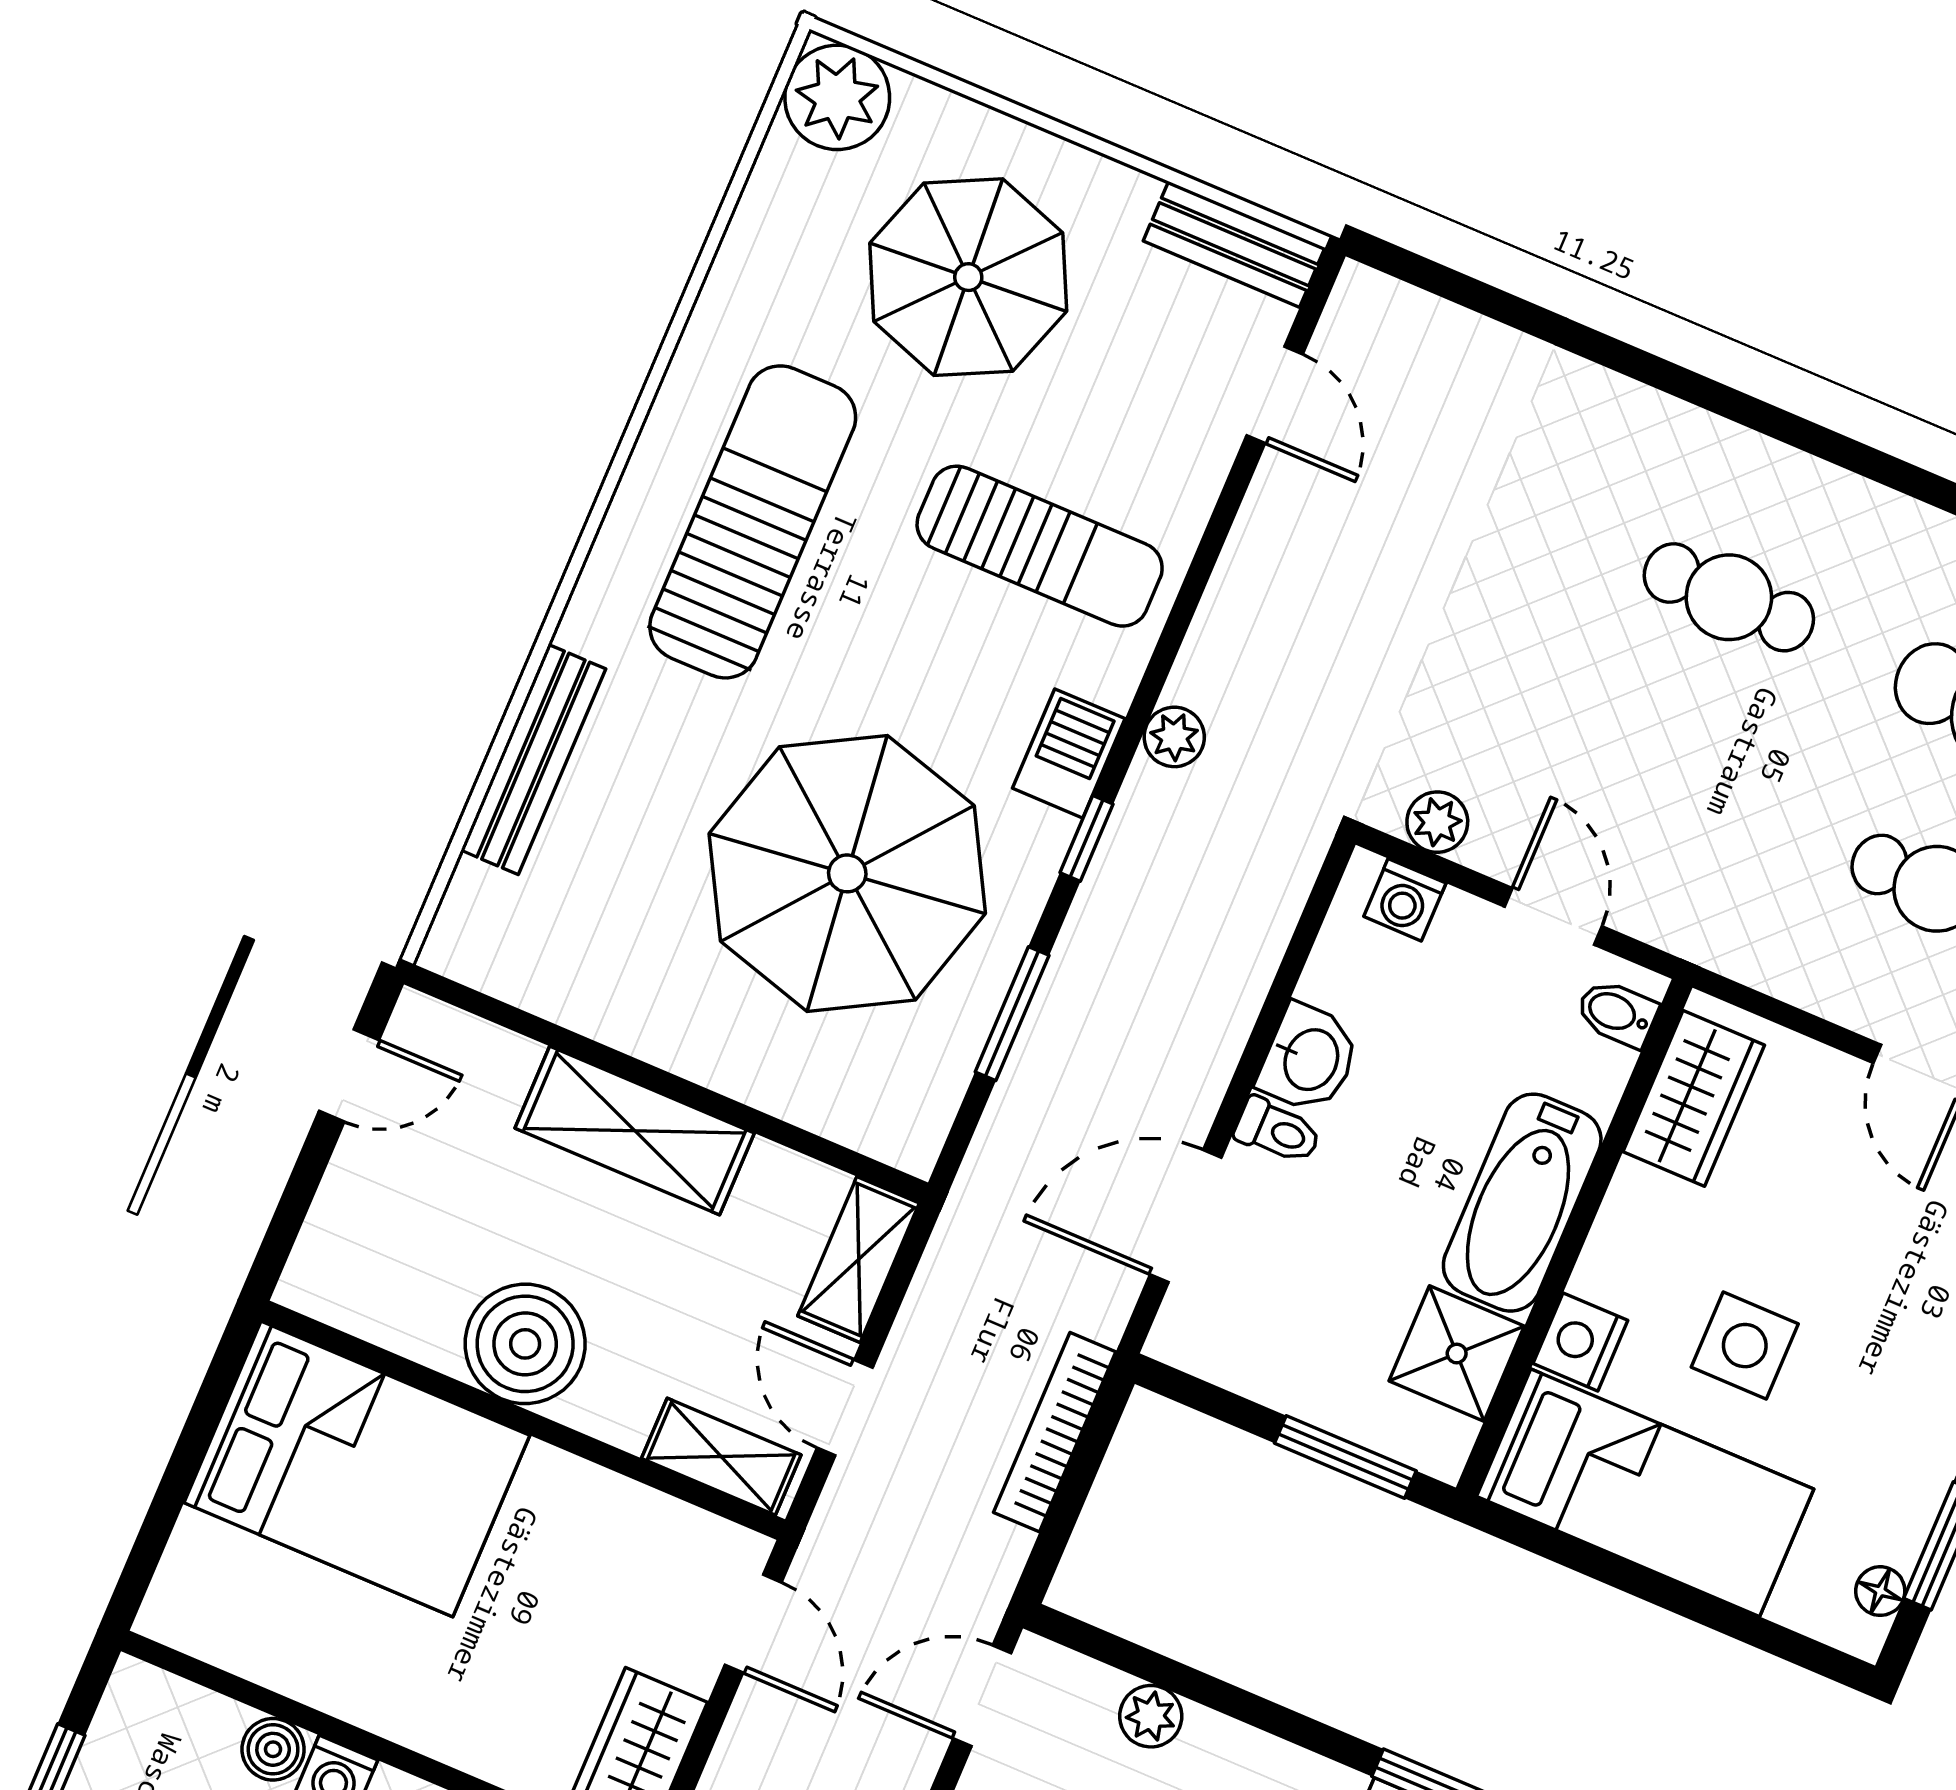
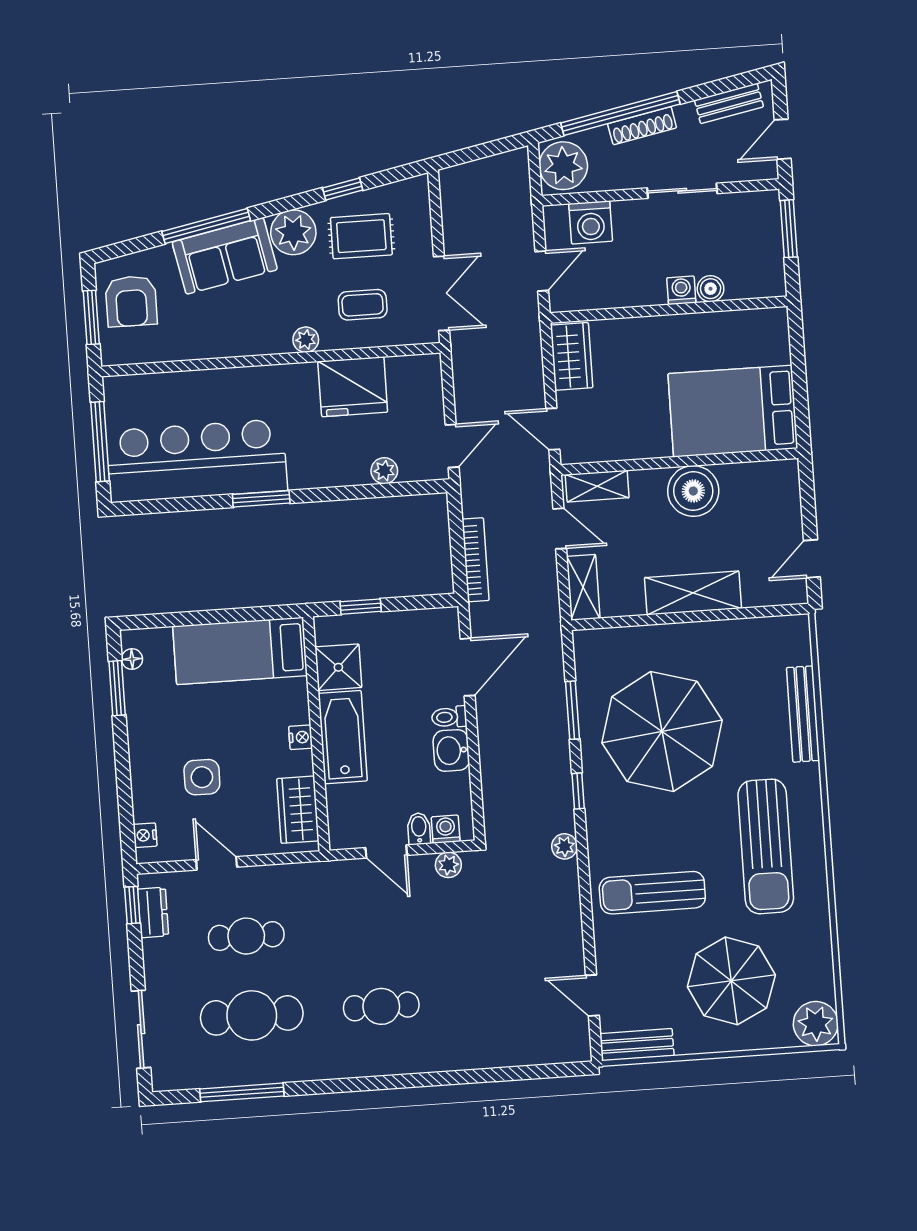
barbecue: (1069, 753) -> (601, 820), removed
bidet: (1617, 1013) -> (419, 829), moved, turned -90
nightstand: (1580, 1342) -> (301, 737), moved, width x0.72, depth x0.74
side table: (1745, 1346) -> (202, 777), moved
window: (1345, 1457) -> (361, 607), width x0.67

